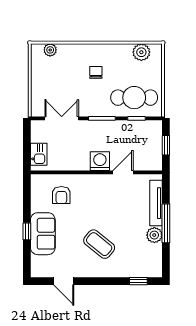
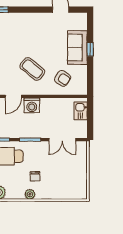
plant: (50, 50) -> (30, 194), moved
armchair: (61, 195) -> (63, 78), turned 123
coffee table: (99, 244) -> (32, 69), moved

